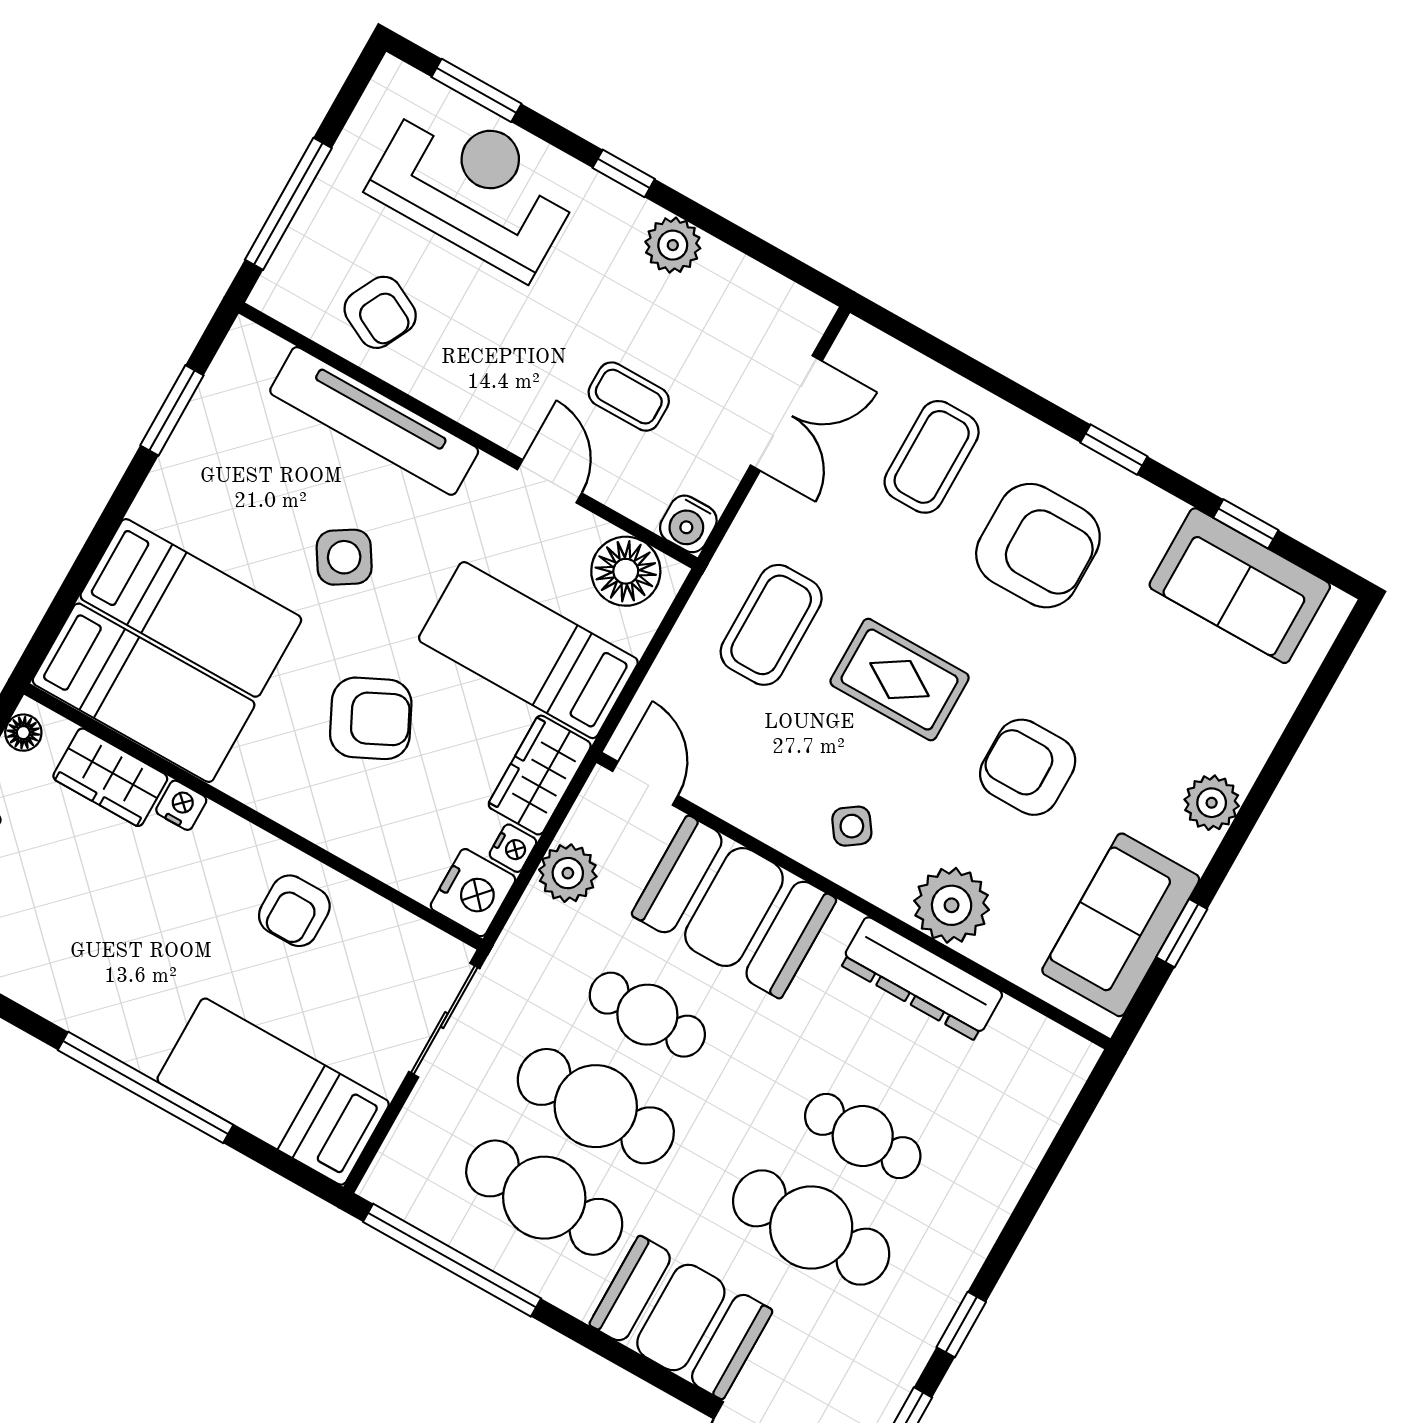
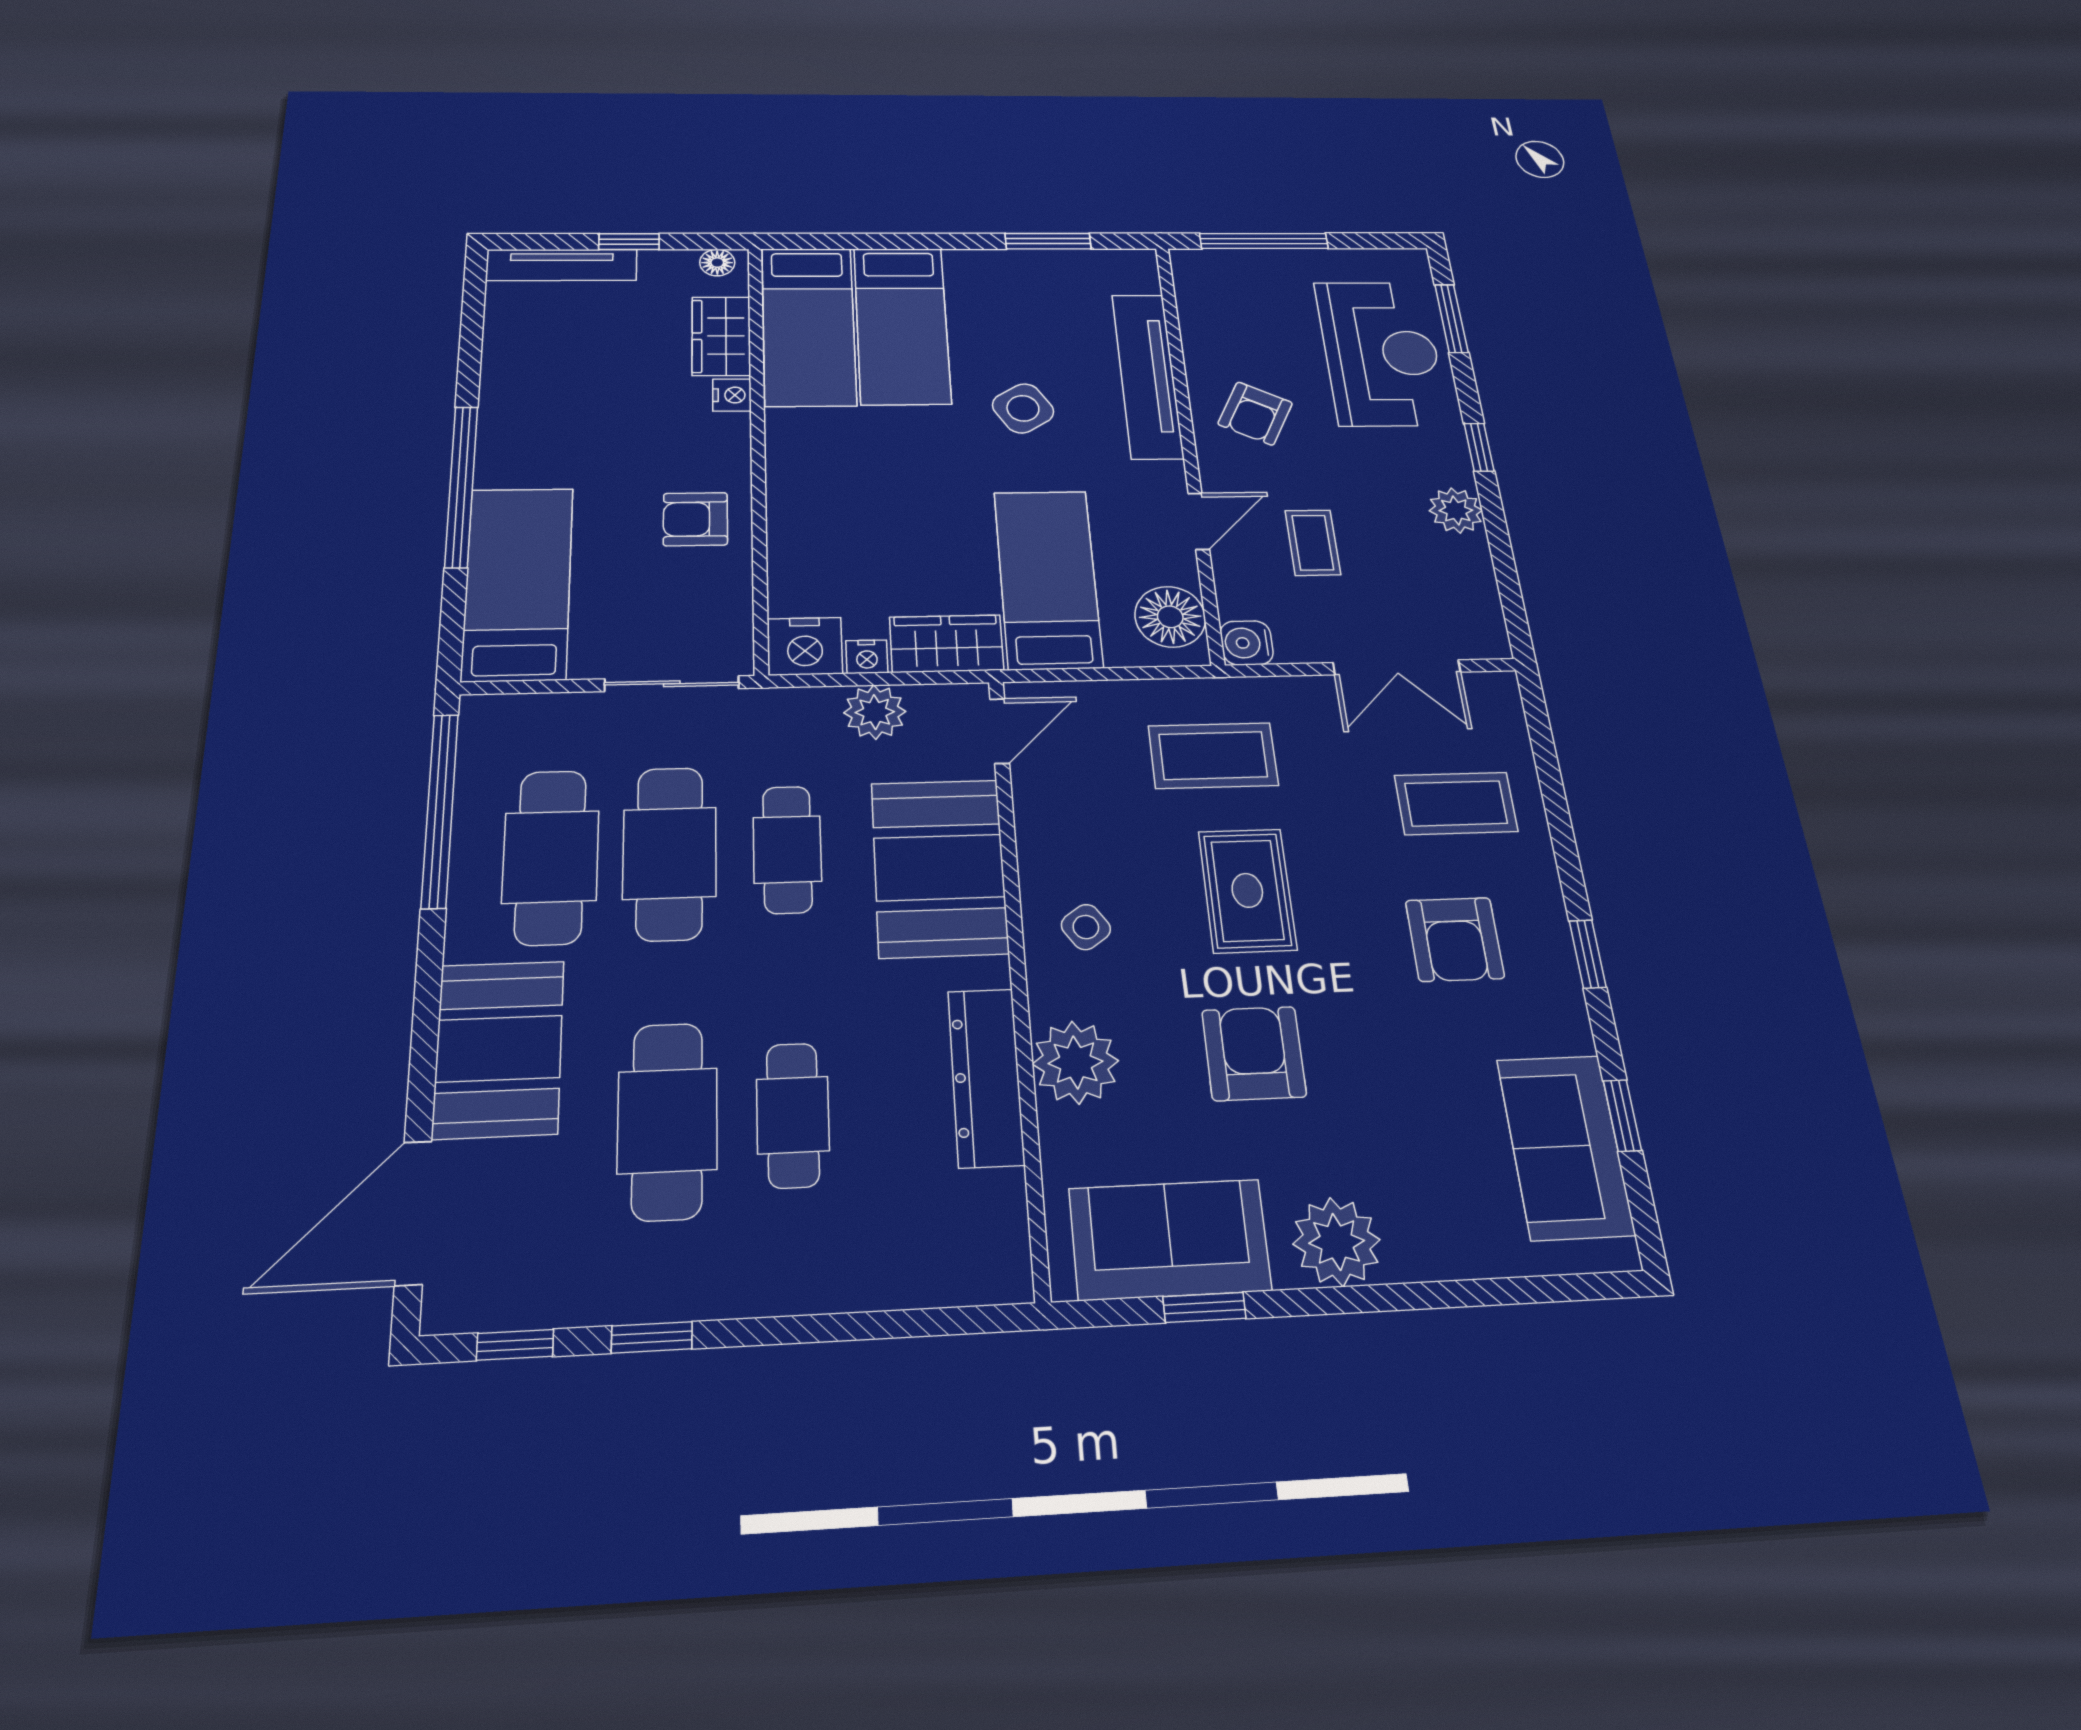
armchair: (380, 312) -> (1255, 414), moved
armchair: (1038, 546) -> (1455, 939), width x0.73, depth x0.73
armchair: (371, 718) -> (903, 493), removed
plant: (1212, 803) -> (1337, 1242), width x1.36, depth x1.36

